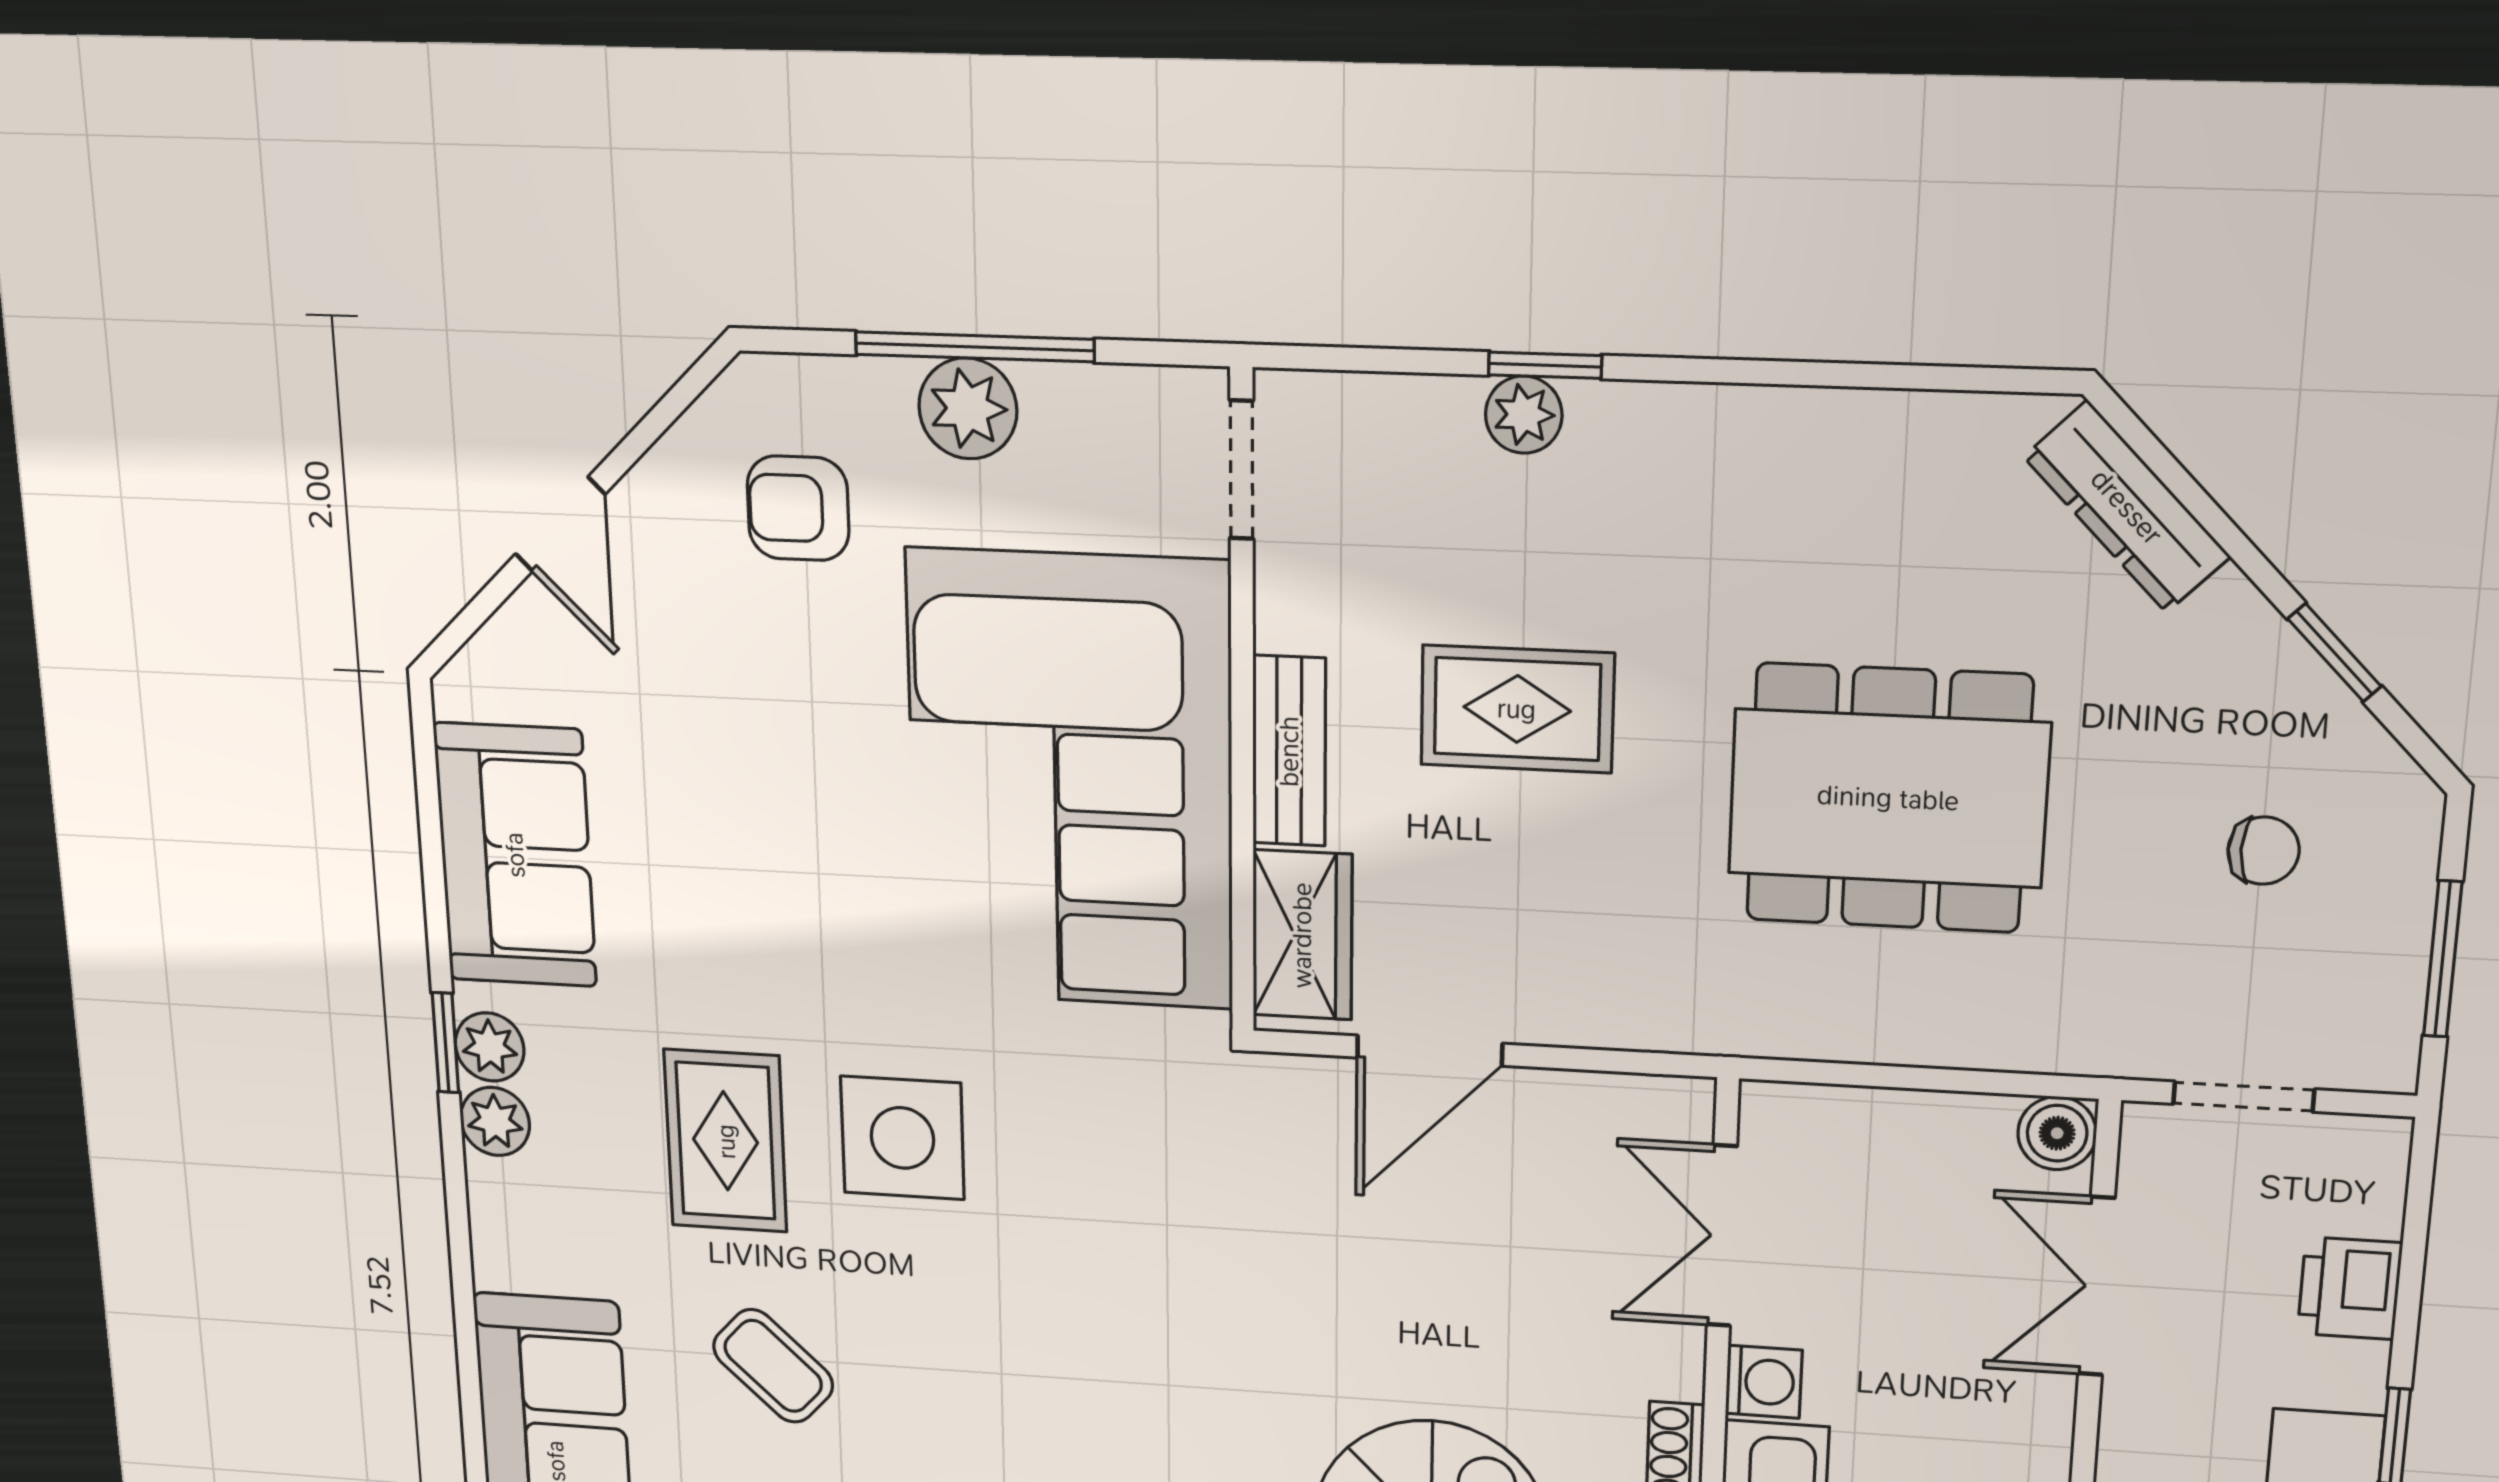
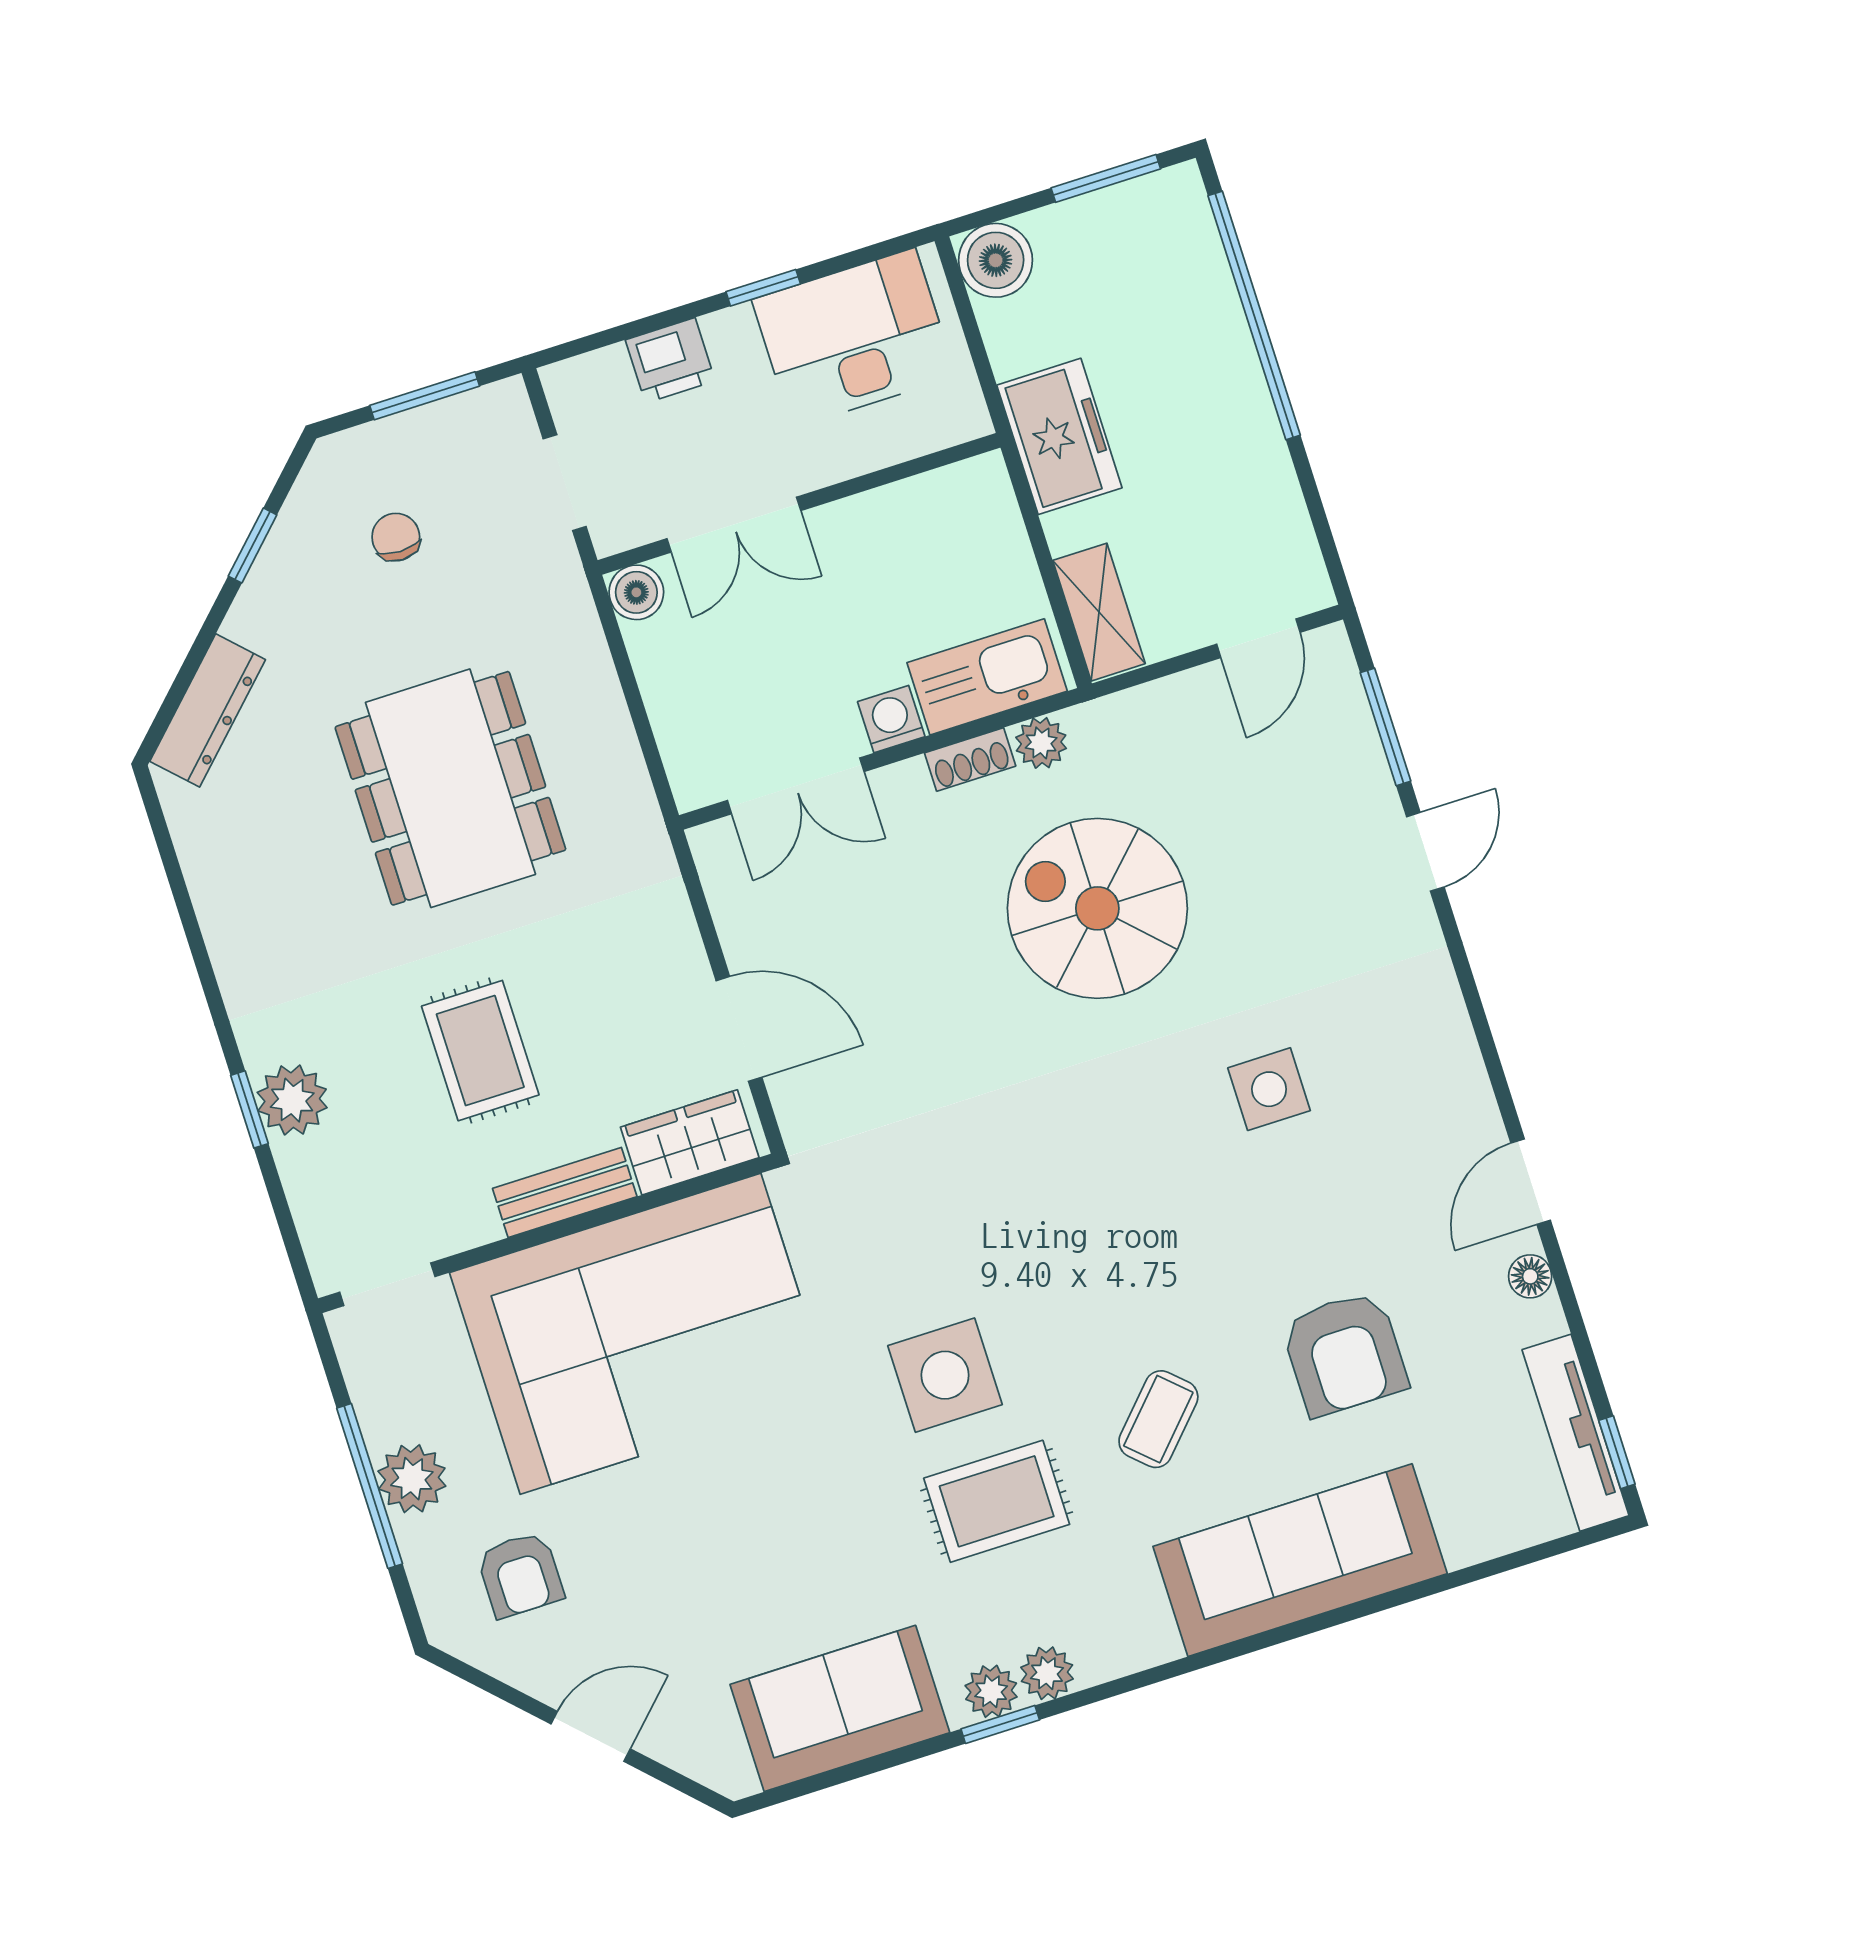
plant: (1524, 415) -> (292, 1100), width x1.38, depth x1.38

